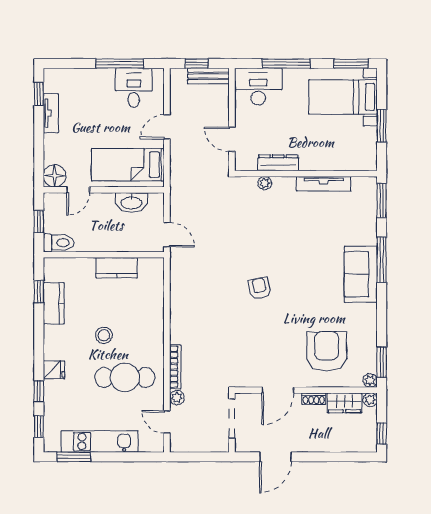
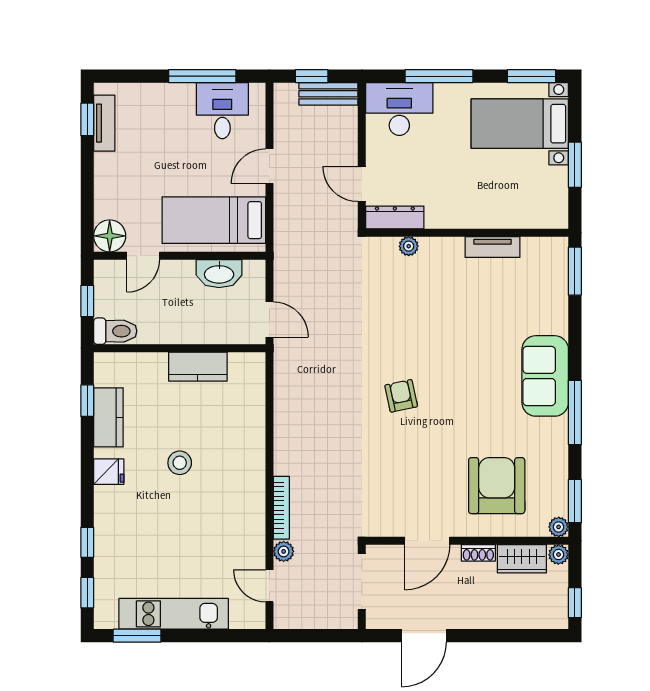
tv unit: (51, 113) -> (104, 123), moved
dresser: (278, 163) -> (395, 217), moved
tv unit: (324, 184) -> (493, 247), width x0.71
window: (382, 260) -> (575, 413), moved
fridge: (54, 370) -> (109, 472), moved
cafe table: (125, 377) -> (210, 523), removed

